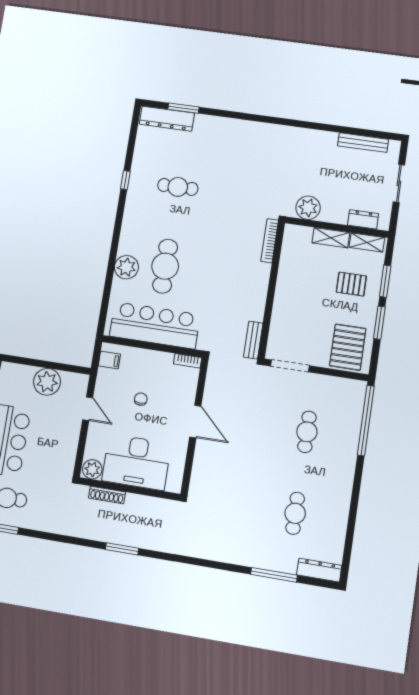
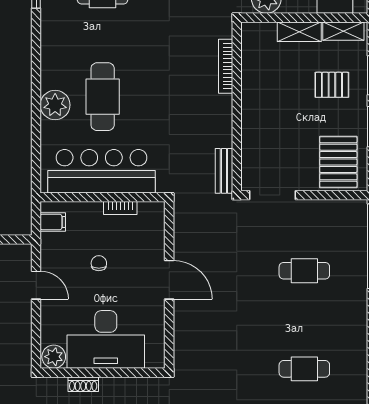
bookcase: (270, 241) -> (226, 66), moved
bookcase: (188, 361) -> (120, 208), moved
cafe table: (307, 432) -> (304, 271), turned 90
shoe rack: (107, 495) -> (83, 384), width x0.70
cafe table: (295, 513) -> (304, 369), turned 90

